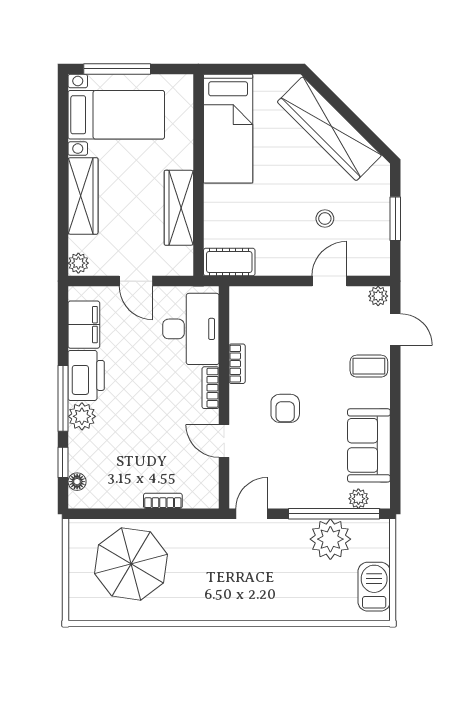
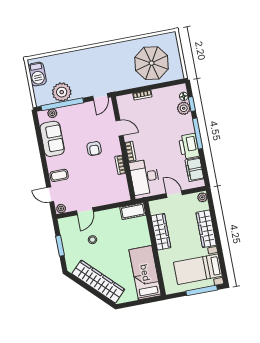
armchair: (285, 408) -> (94, 149), turned 180
plant: (82, 416) -> (184, 108), moved

